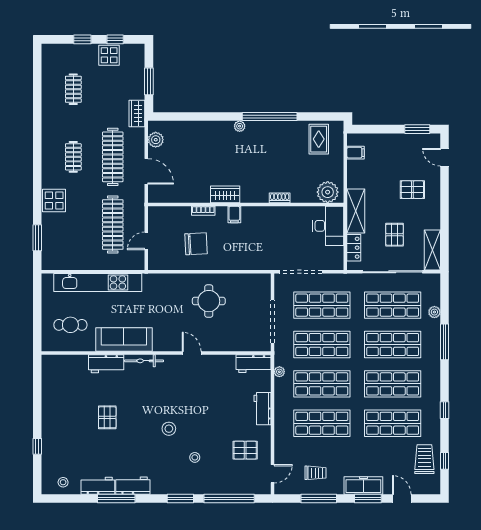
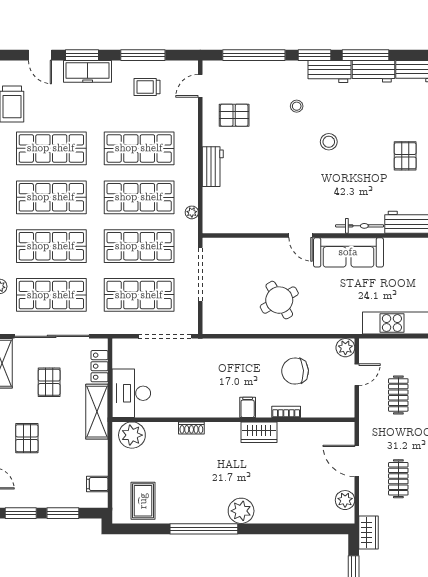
plant: (240, 126) -> (241, 511), width x1.87, depth x1.87
window: (383, 129) -> (63, 513), added
clothes rail: (113, 157) -> (398, 479), width x0.54, depth x0.76
pallet: (412, 190) -> (27, 438), turned 90
clothes rail: (113, 224) -> (398, 395), width x0.54, depth x0.76
plant: (155, 263) -> (345, 348), added
round table: (209, 301) -> (279, 300), turned -30
sofa: (124, 339) -> (348, 252), moved
workbench: (253, 364) -> (330, 71), moved, turned 180
window: (116, 499) -> (365, 55), moved

